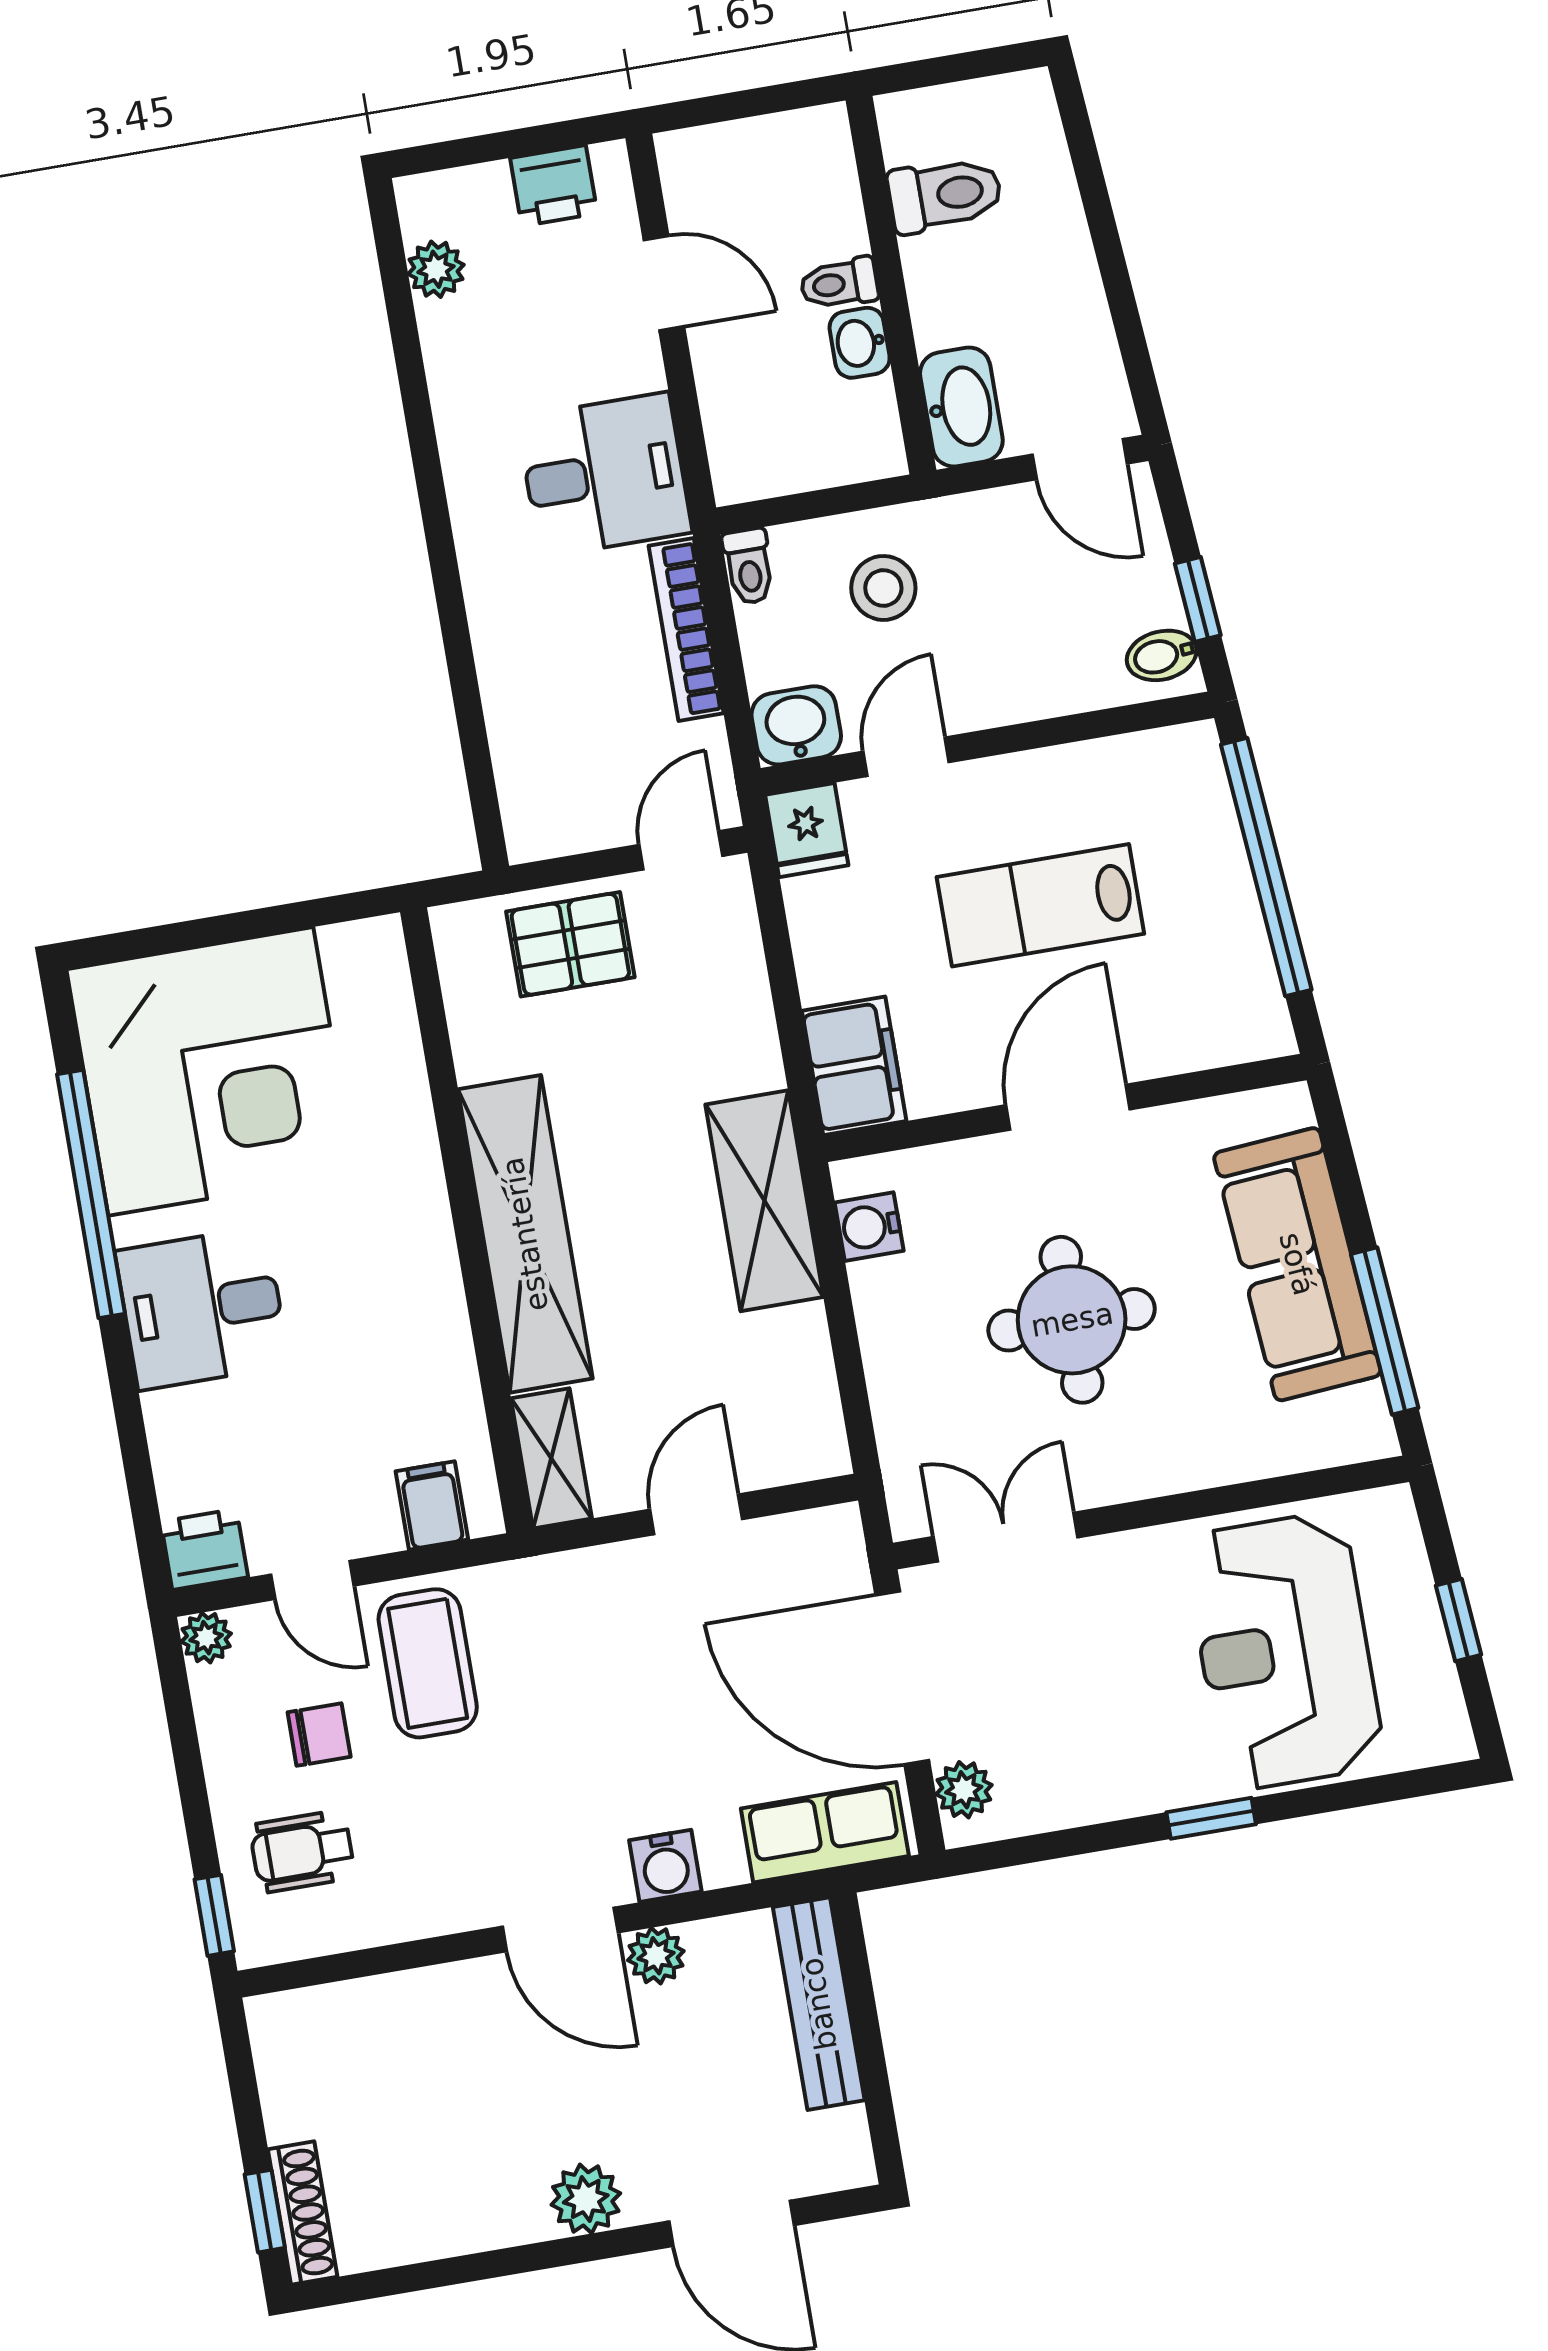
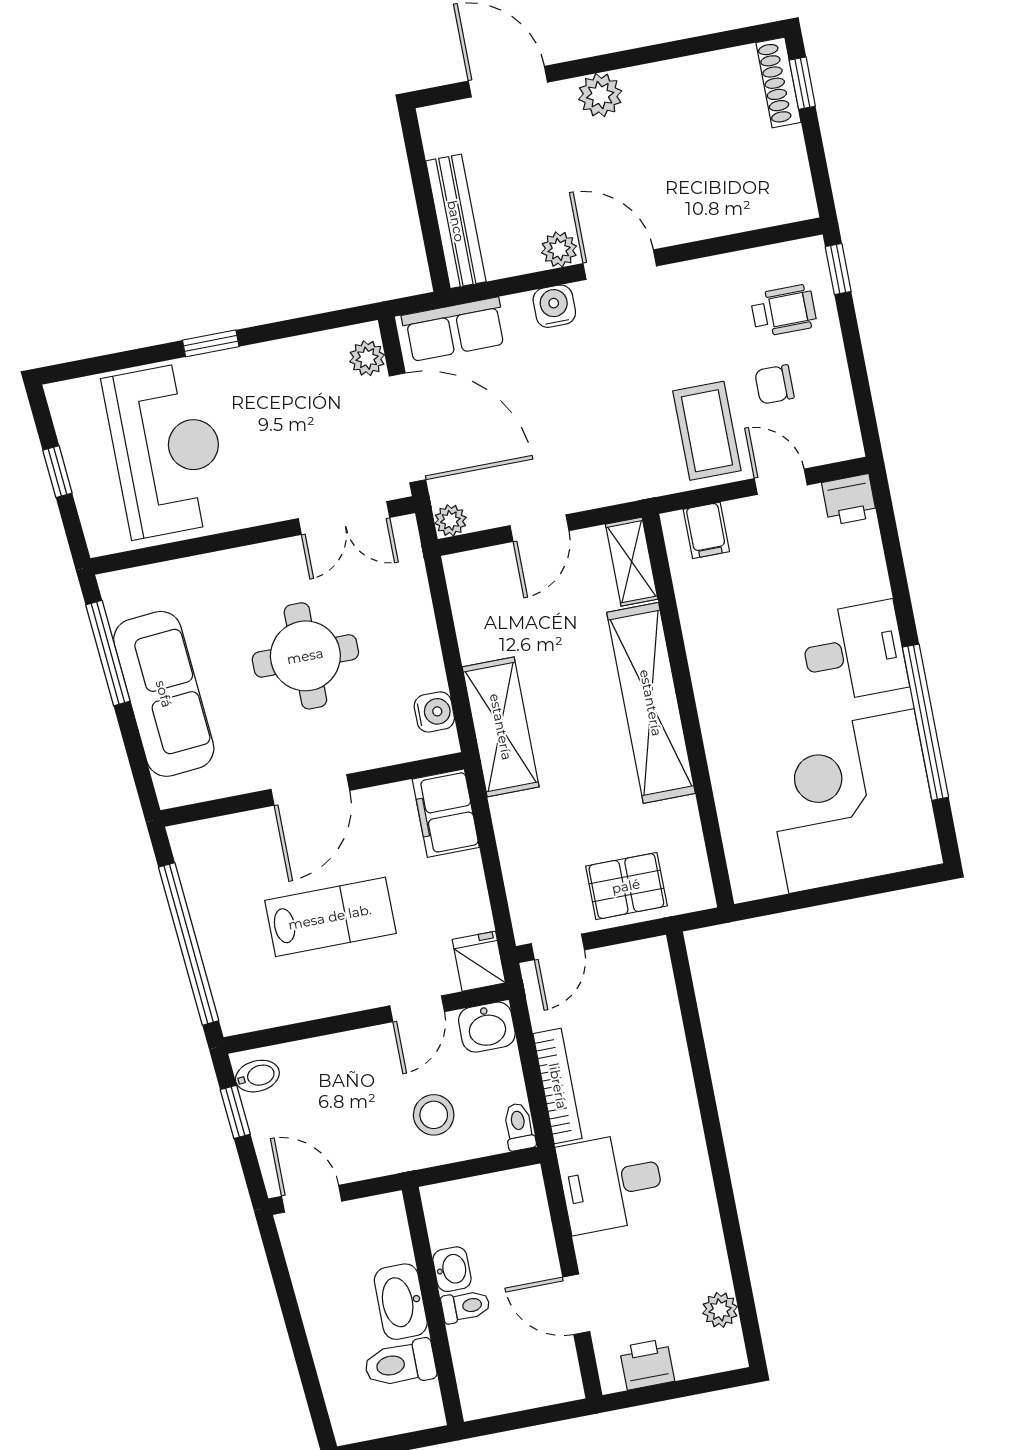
washbasin: (961, 407) -> (401, 1302), moved
plant: (206, 1638) -> (450, 520), moved

